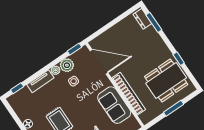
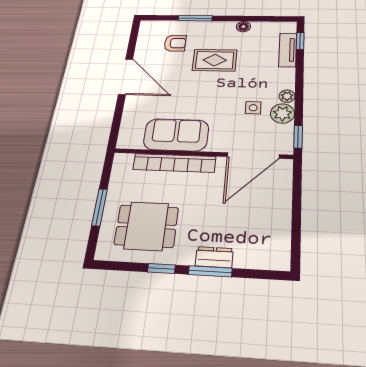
dresser: (142, 19) -> (214, 257), moved
window: (154, 22) -> (210, 271), moved
dining table: (166, 80) -> (146, 226), width x0.73
tv unit: (40, 81) -> (288, 50), moved

